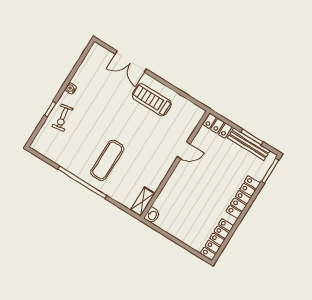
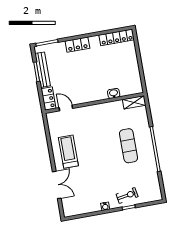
treadmill: (152, 100) -> (68, 152), turned 180
door: (184, 150) -> (66, 108), moved
exercise mat: (107, 160) -> (128, 146), turned 90
locker: (243, 197) -> (77, 45), width x0.66
washbasin: (152, 215) -> (114, 93), moved

